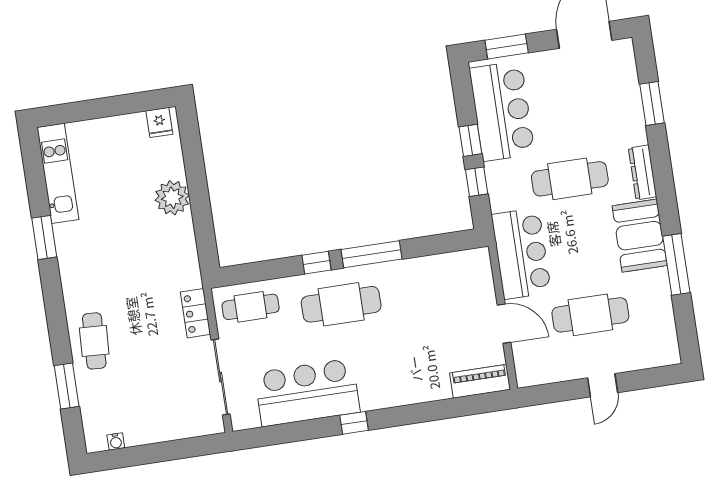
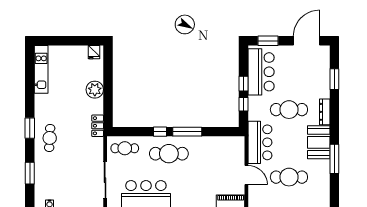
window: (44, 237) -> (30, 128), moved
locker: (195, 313) -> (98, 126), moved
cafe table: (94, 341) -> (50, 138), moved

